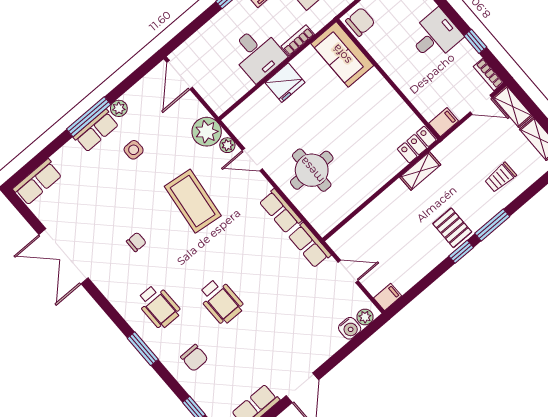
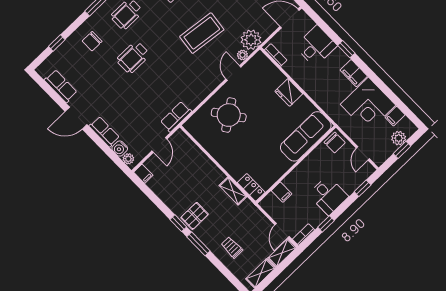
bookcase: (298, 40) -> (276, 55), moved
desk: (257, 54) -> (316, 46), moved, turned 180
sofa: (342, 54) -> (306, 136), width x1.36
filing cabinet: (444, 122) -> (282, 192), moved
round table: (312, 170) -> (229, 115), turned -35
row of seats: (280, 211) -> (104, 132), moved, turned 90

